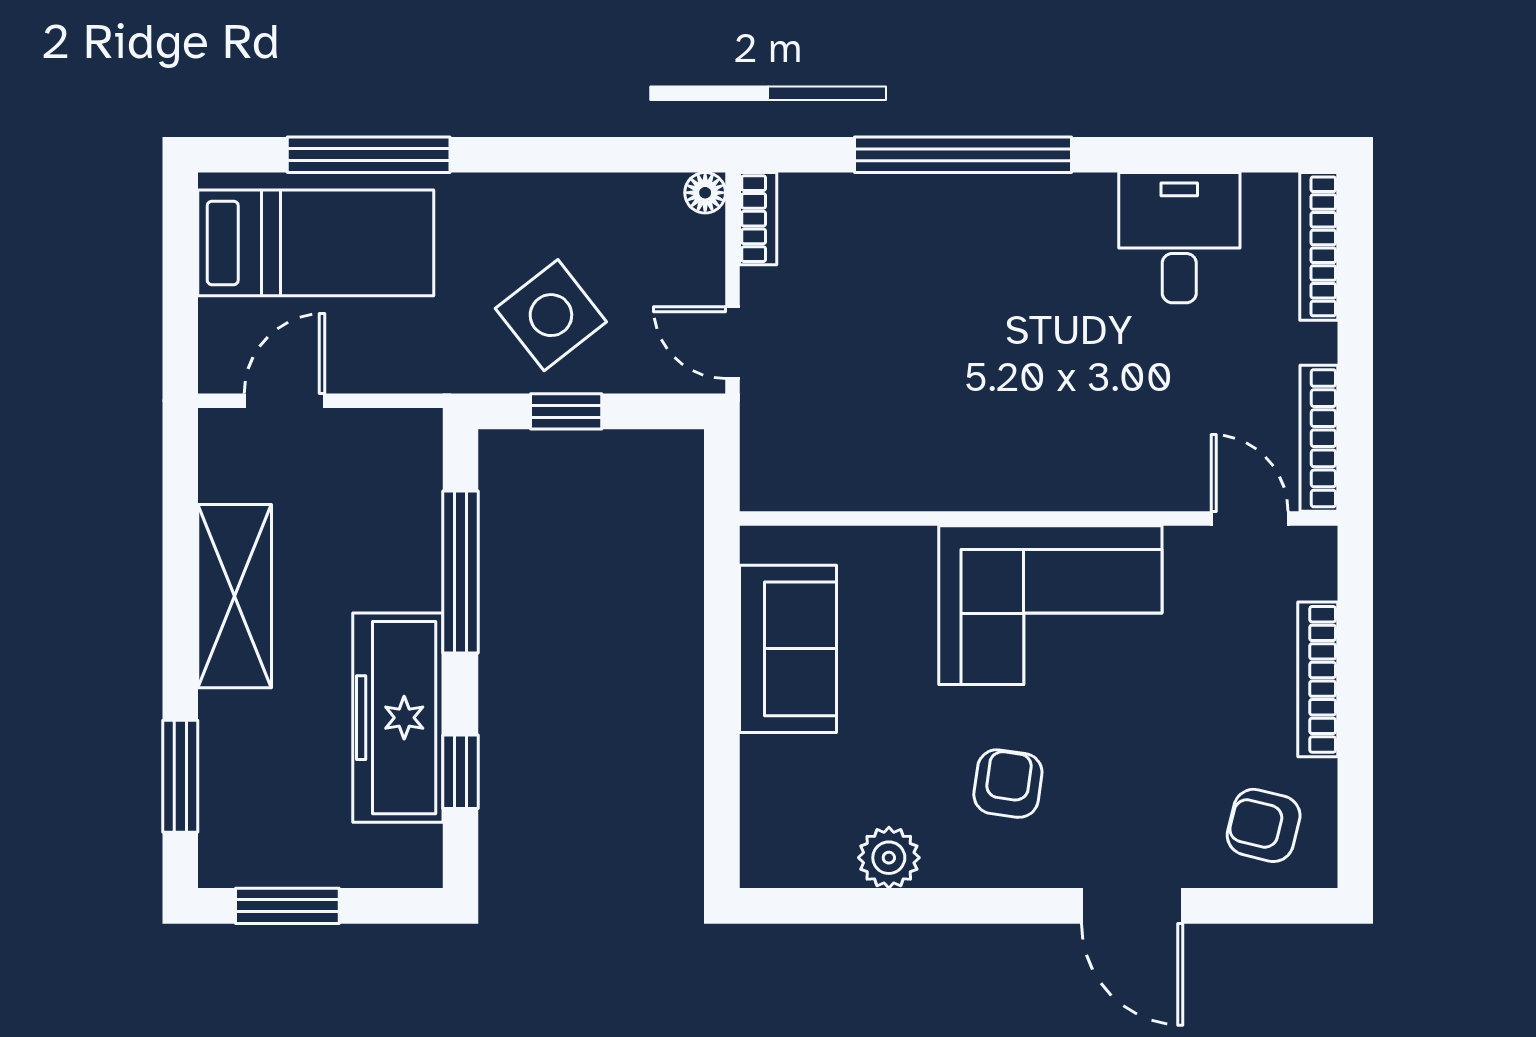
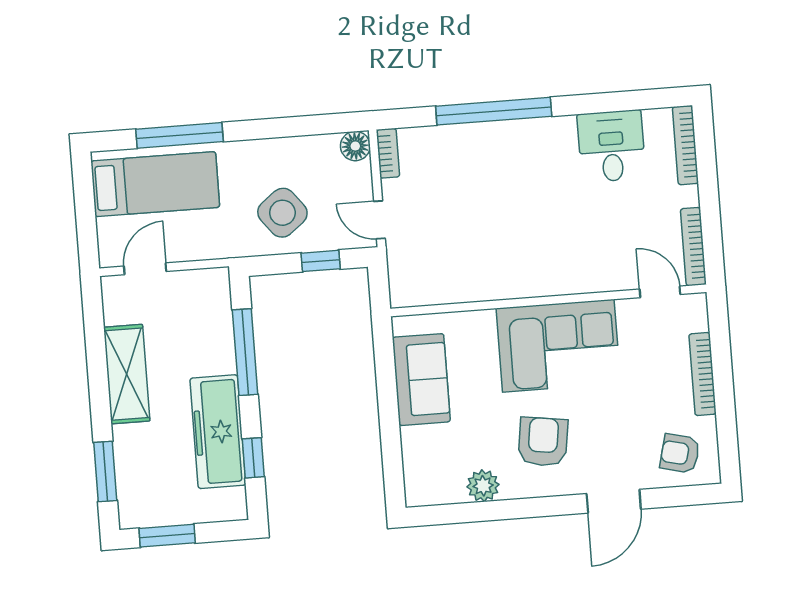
floor lamp: (705, 193) -> (355, 146), width x1.37, depth x1.37
window: (566, 411) -> (321, 261), moved
armchair: (1008, 784) -> (543, 442), width x1.38, depth x1.38
door: (1132, 906) -> (614, 501), hinge flipped

